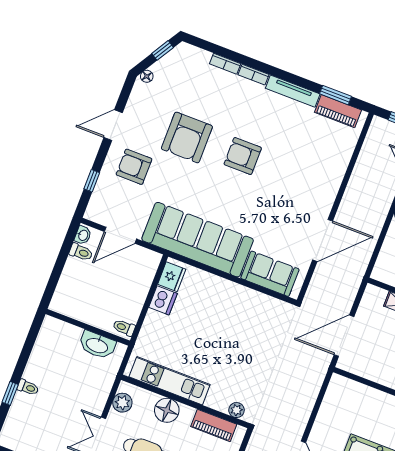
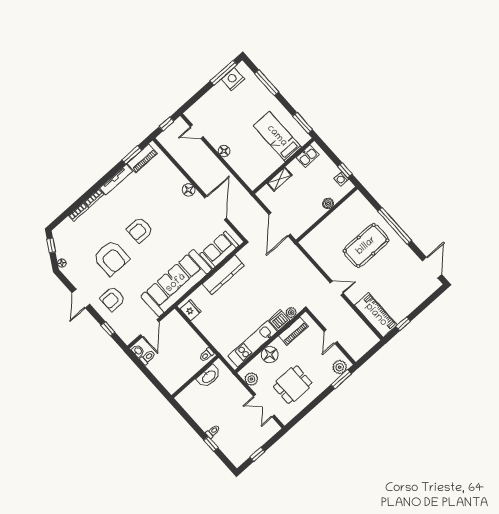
floor lamp: (328, 193) -> (189, 190), added
kitchen counter: (240, 296) -> (223, 275), added
dishwasher: (163, 300) -> (279, 320), moved, turned -90

